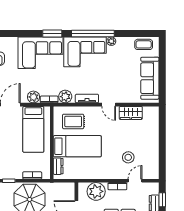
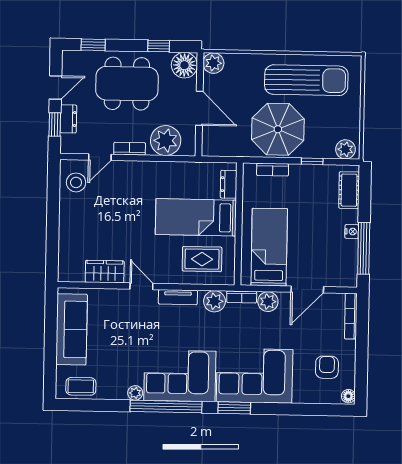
stool: (128, 157) -> (76, 182), moved

